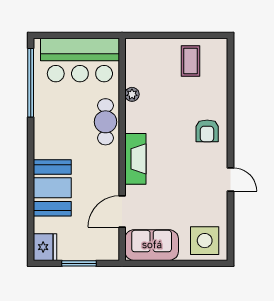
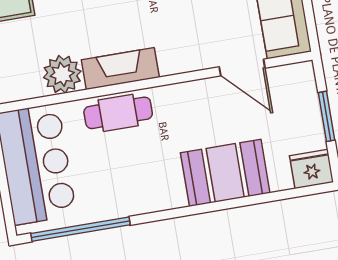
plant: (132, 94) -> (62, 74), width x1.87, depth x1.87
fireplace: (135, 159) -> (120, 69), moved

